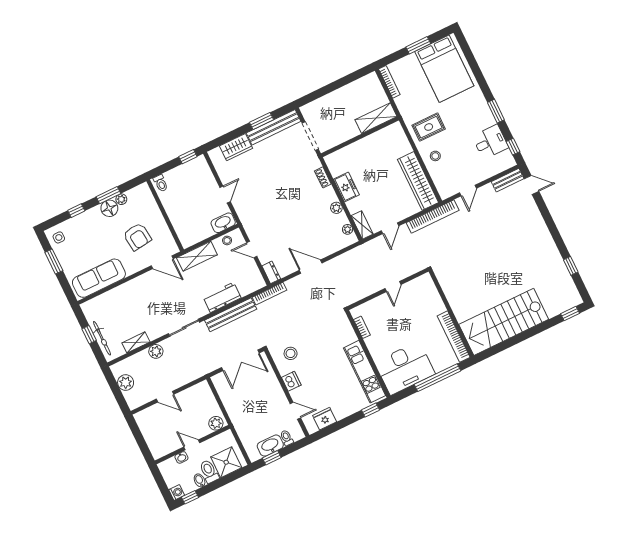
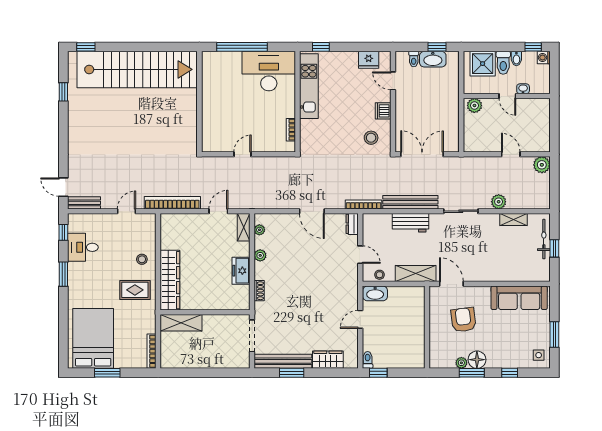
wardrobe: (418, 181) -> (170, 280), moved
toilet: (161, 183) -> (368, 360), moved
stairs: (504, 322) -> (137, 69), width x1.36
bookcase: (454, 337) -> (208, 79), removed
plant: (126, 382) -> (542, 165), moved

